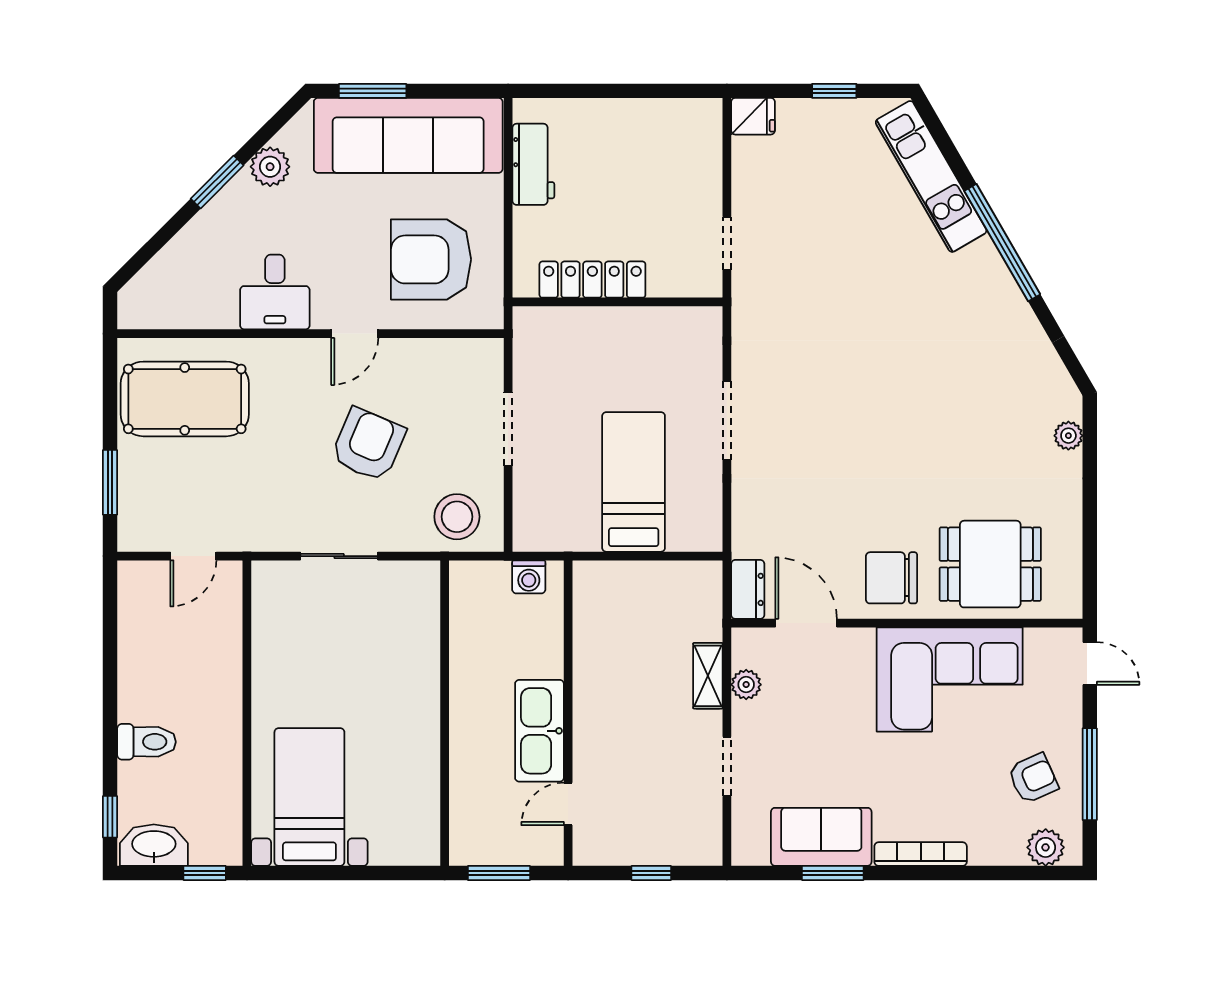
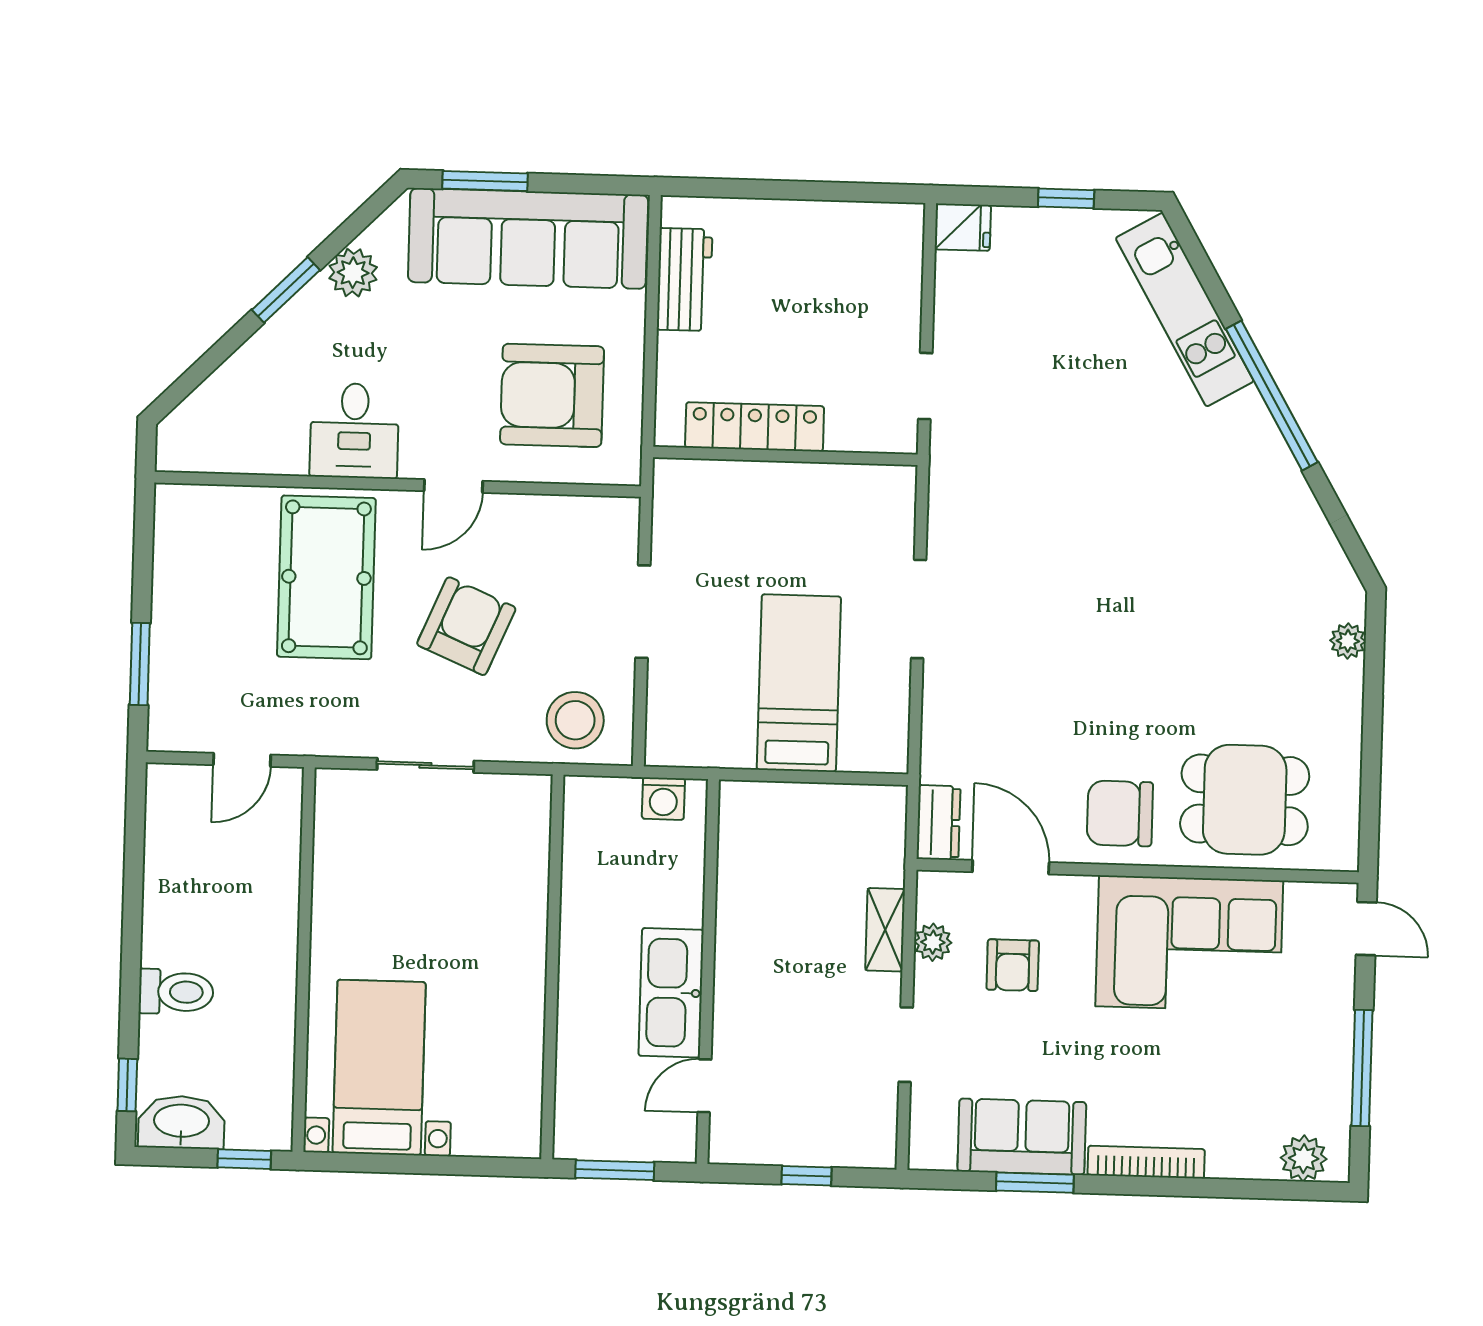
pool table: (185, 399) -> (326, 577), moved, turned 90
armchair: (1033, 778) -> (1013, 965), moved, turned 114

